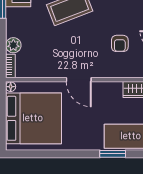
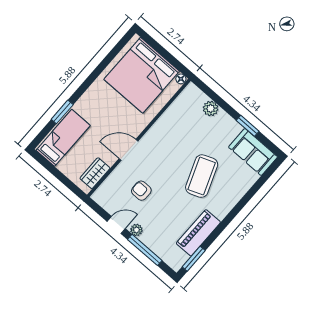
bookcase: (10, 66) -> (197, 93), removed
door: (79, 80) -> (128, 150), moved

